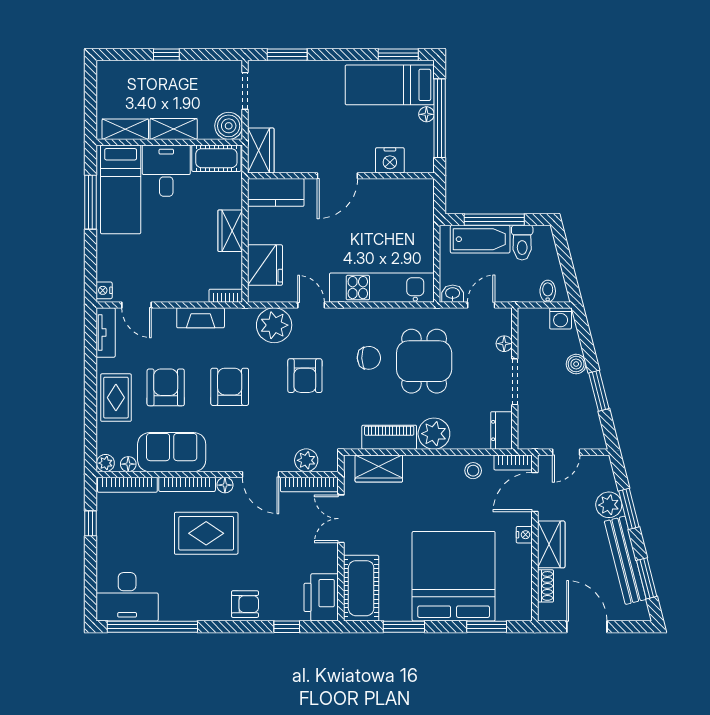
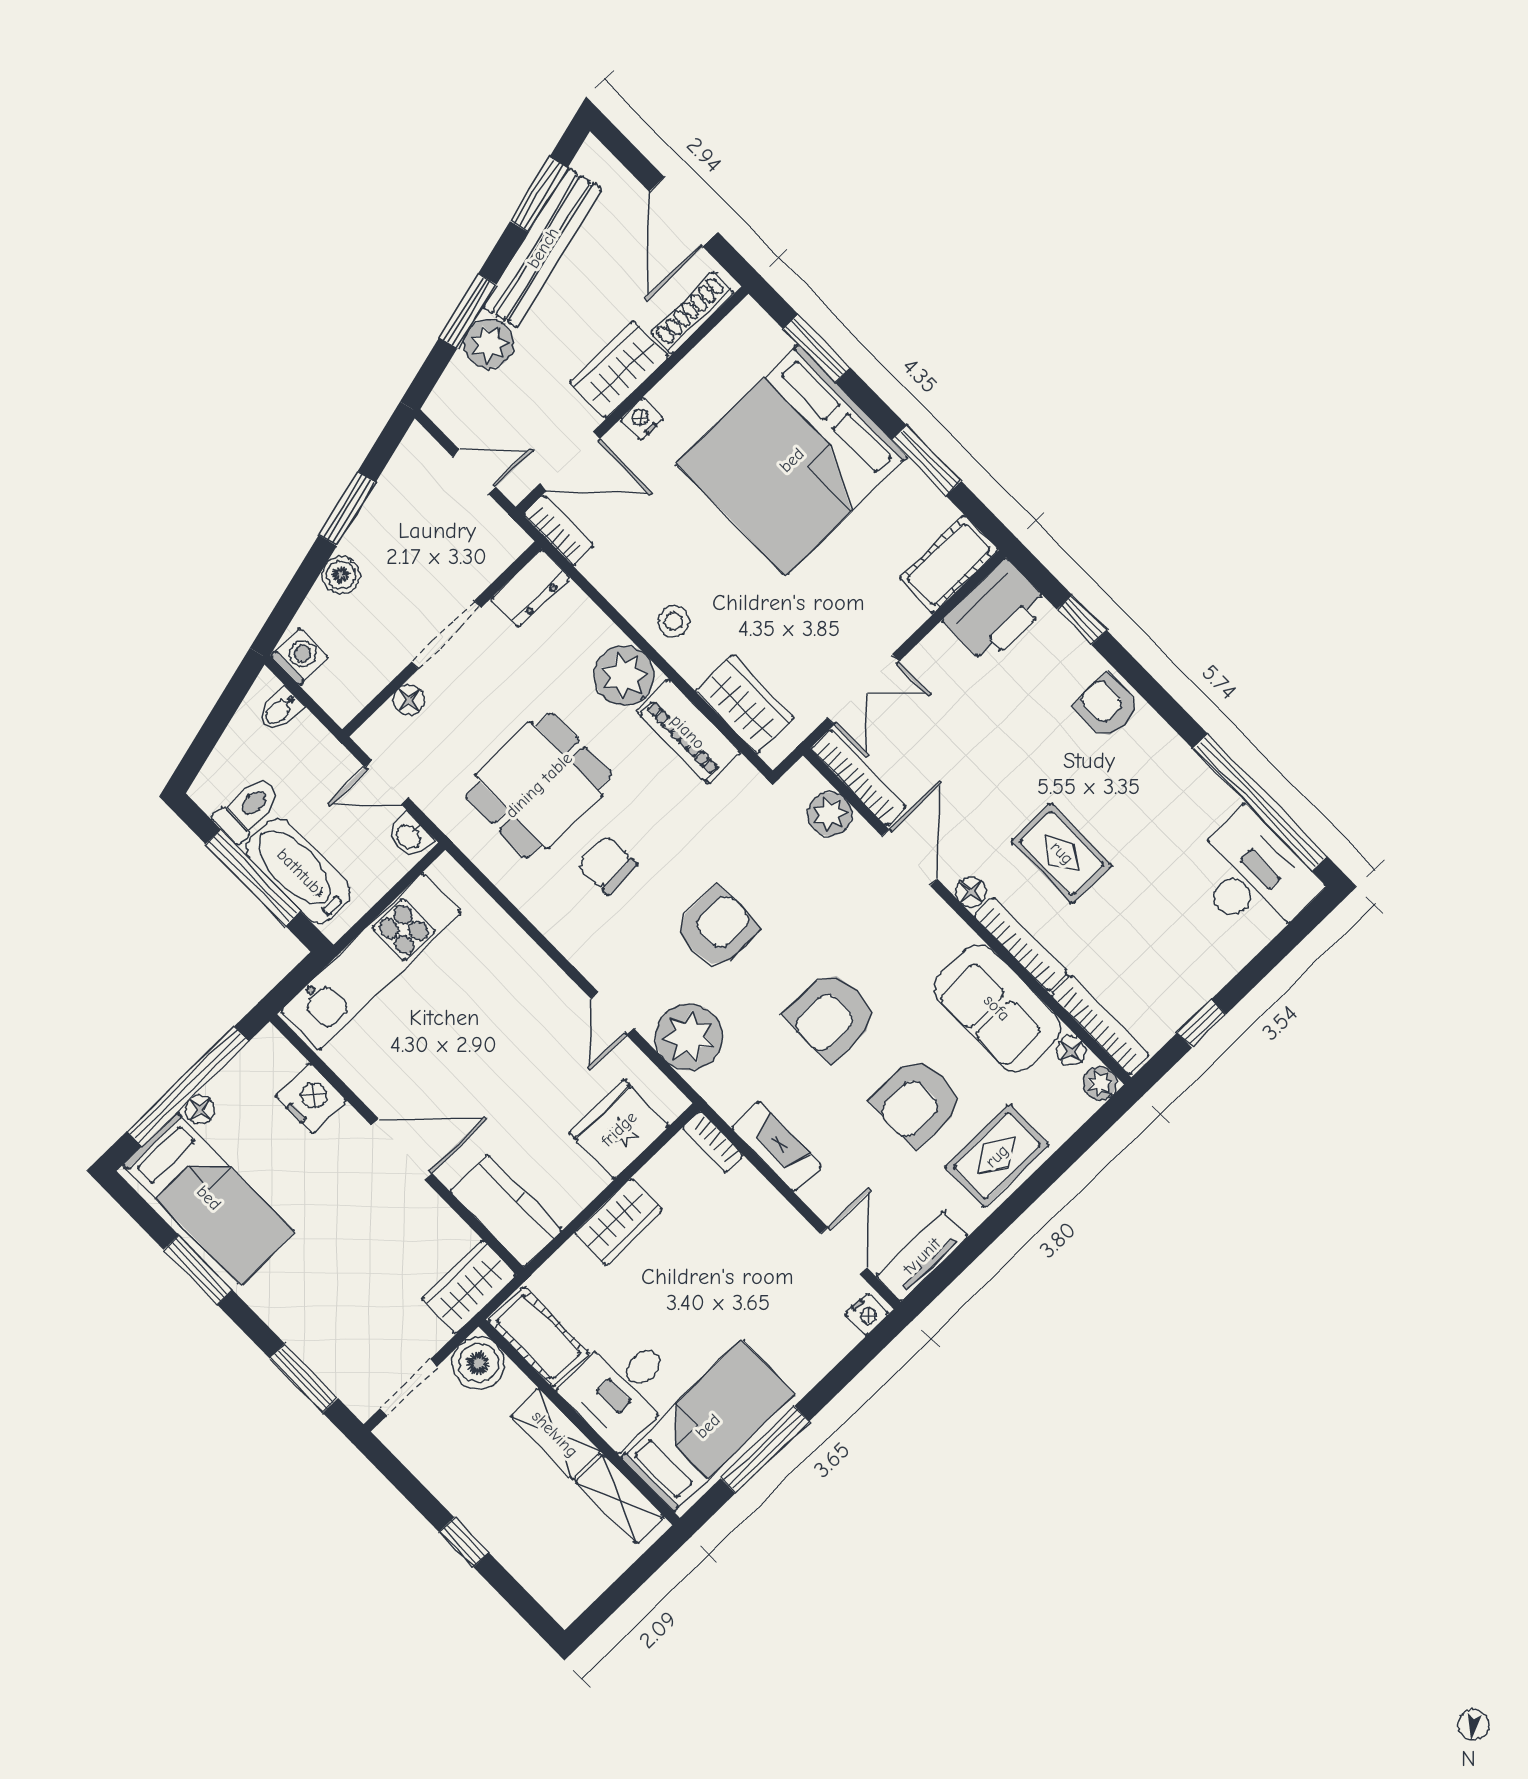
window: (398, 55) -> (198, 1270), moved
kitchen unit: (382, 288) -> (371, 961), moved, turned -90
stool: (473, 471) -> (673, 621), moved
rug: (206, 533) -> (1062, 853), width x0.73, depth x0.70
shoe rack: (545, 586) -> (693, 313), width x1.43
cot: (361, 588) -> (949, 564), width x0.73, depth x0.75

